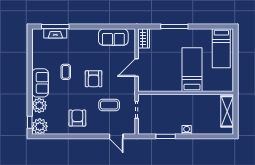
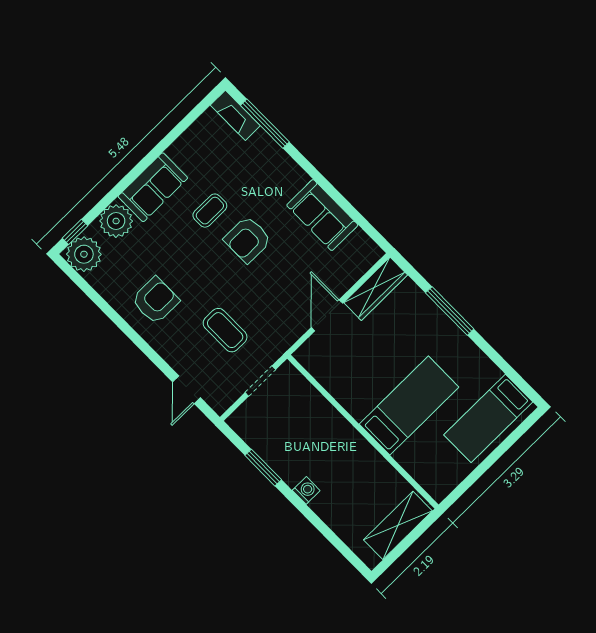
fireplace: (55, 33) -> (235, 115), moved
sofa: (113, 37) -> (322, 215), moved
wardrobe: (144, 38) -> (376, 289), width x1.50
door: (137, 67) -> (327, 315), hinge flipped
armchair: (94, 79) -> (248, 240), moved

